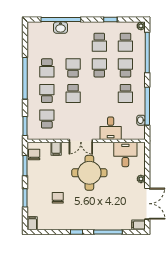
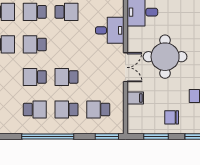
school desk: (73, 93) -> (67, 77), turned 180
chair: (34, 154) -> (172, 117), moved

